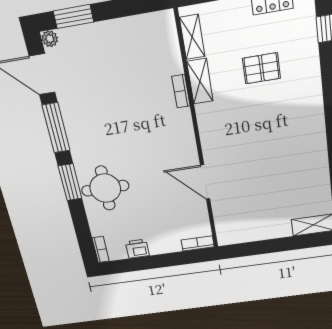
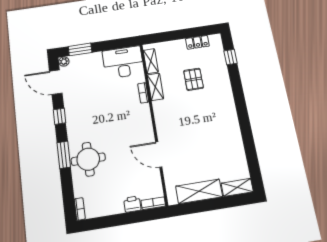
desk: (147, 39) -> (123, 62), added
pallet: (261, 68) -> (194, 79), turned 90
window: (56, 128) -> (59, 116), width x0.46
shelving: (260, 230) -> (199, 191), added
printer: (137, 249) -> (132, 204), moved

